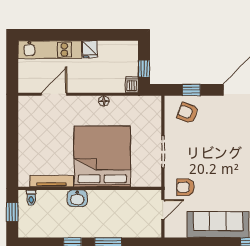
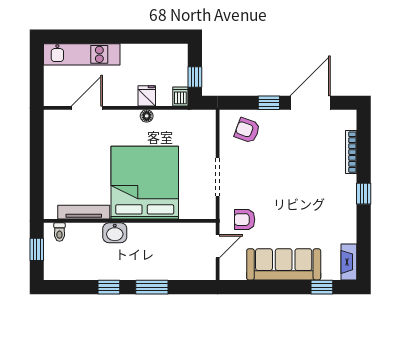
fridge: (90, 49) -> (147, 96), moved, turned 180
window: (191, 90) -> (269, 103), moved

